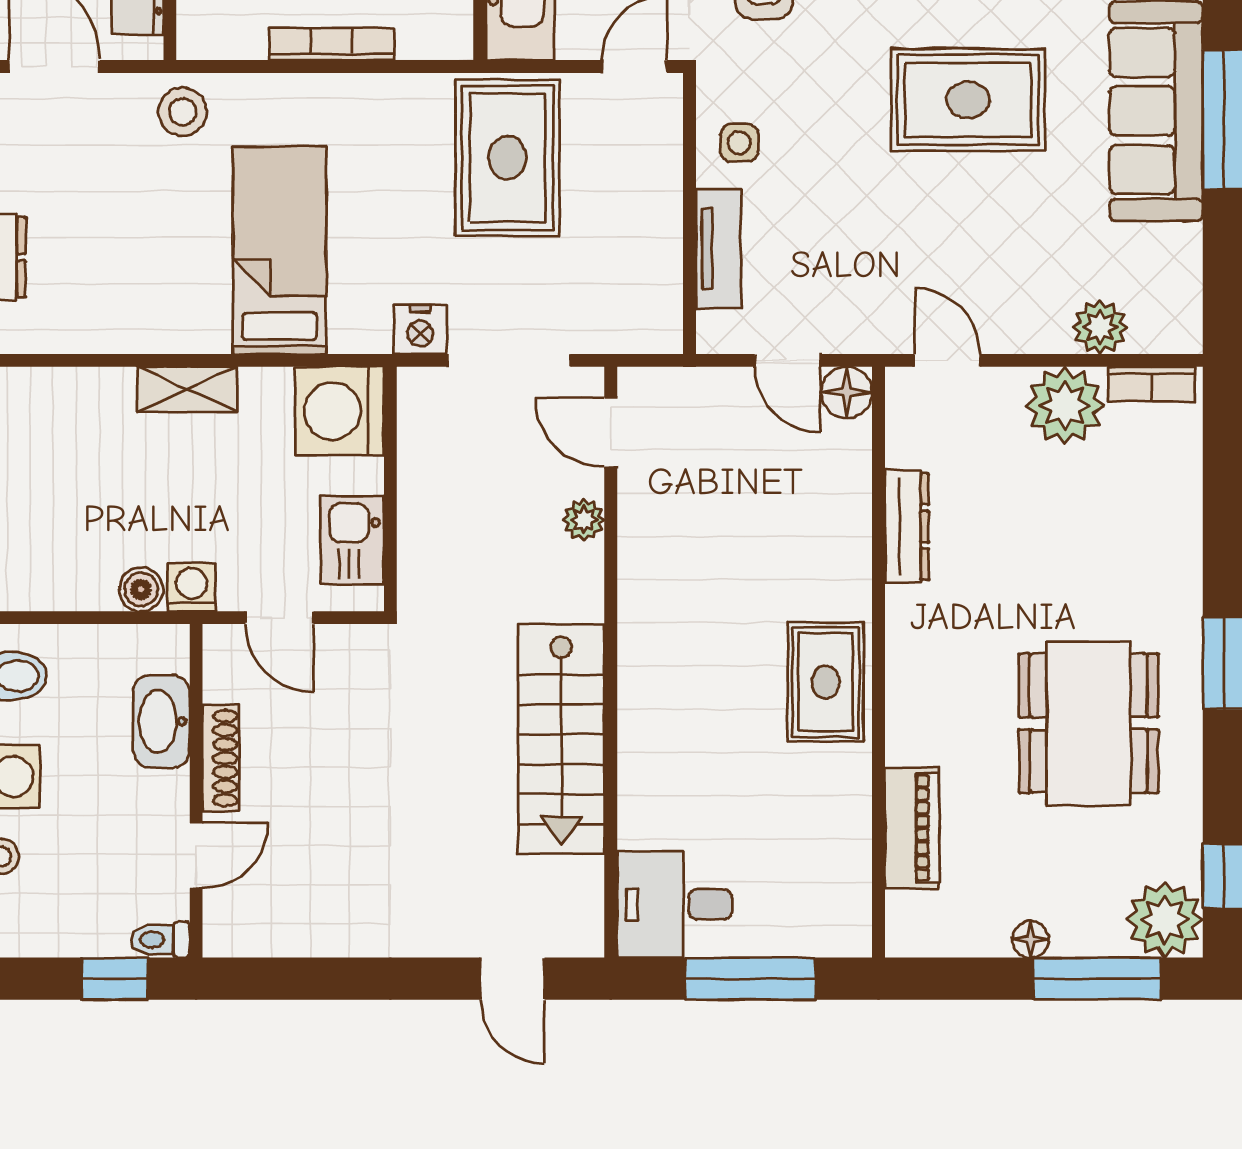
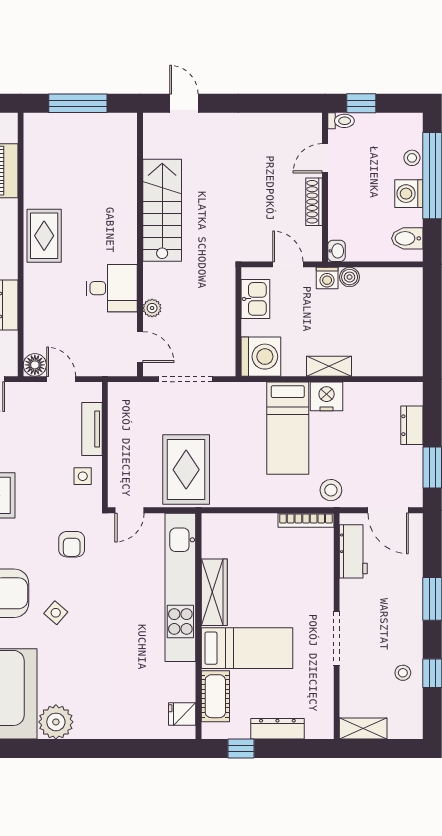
bookcase: (332, 44) -> (306, 520), moved
nightstand: (420, 330) -> (327, 396), moved, width x1.36, depth x1.33
washbasin: (162, 721) -> (336, 251), moved, width x0.52, depth x0.69
desk: (674, 905) -> (112, 288), moved

